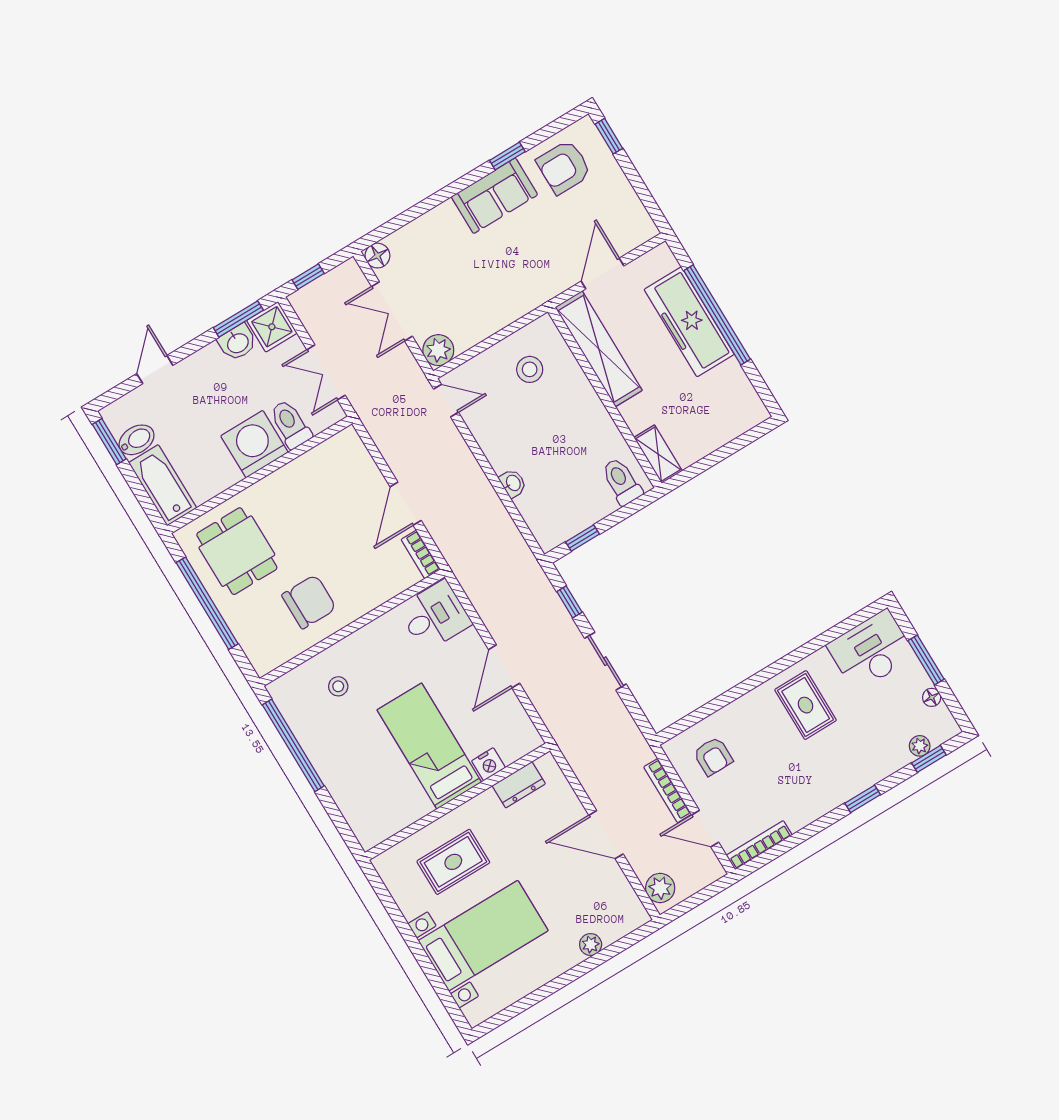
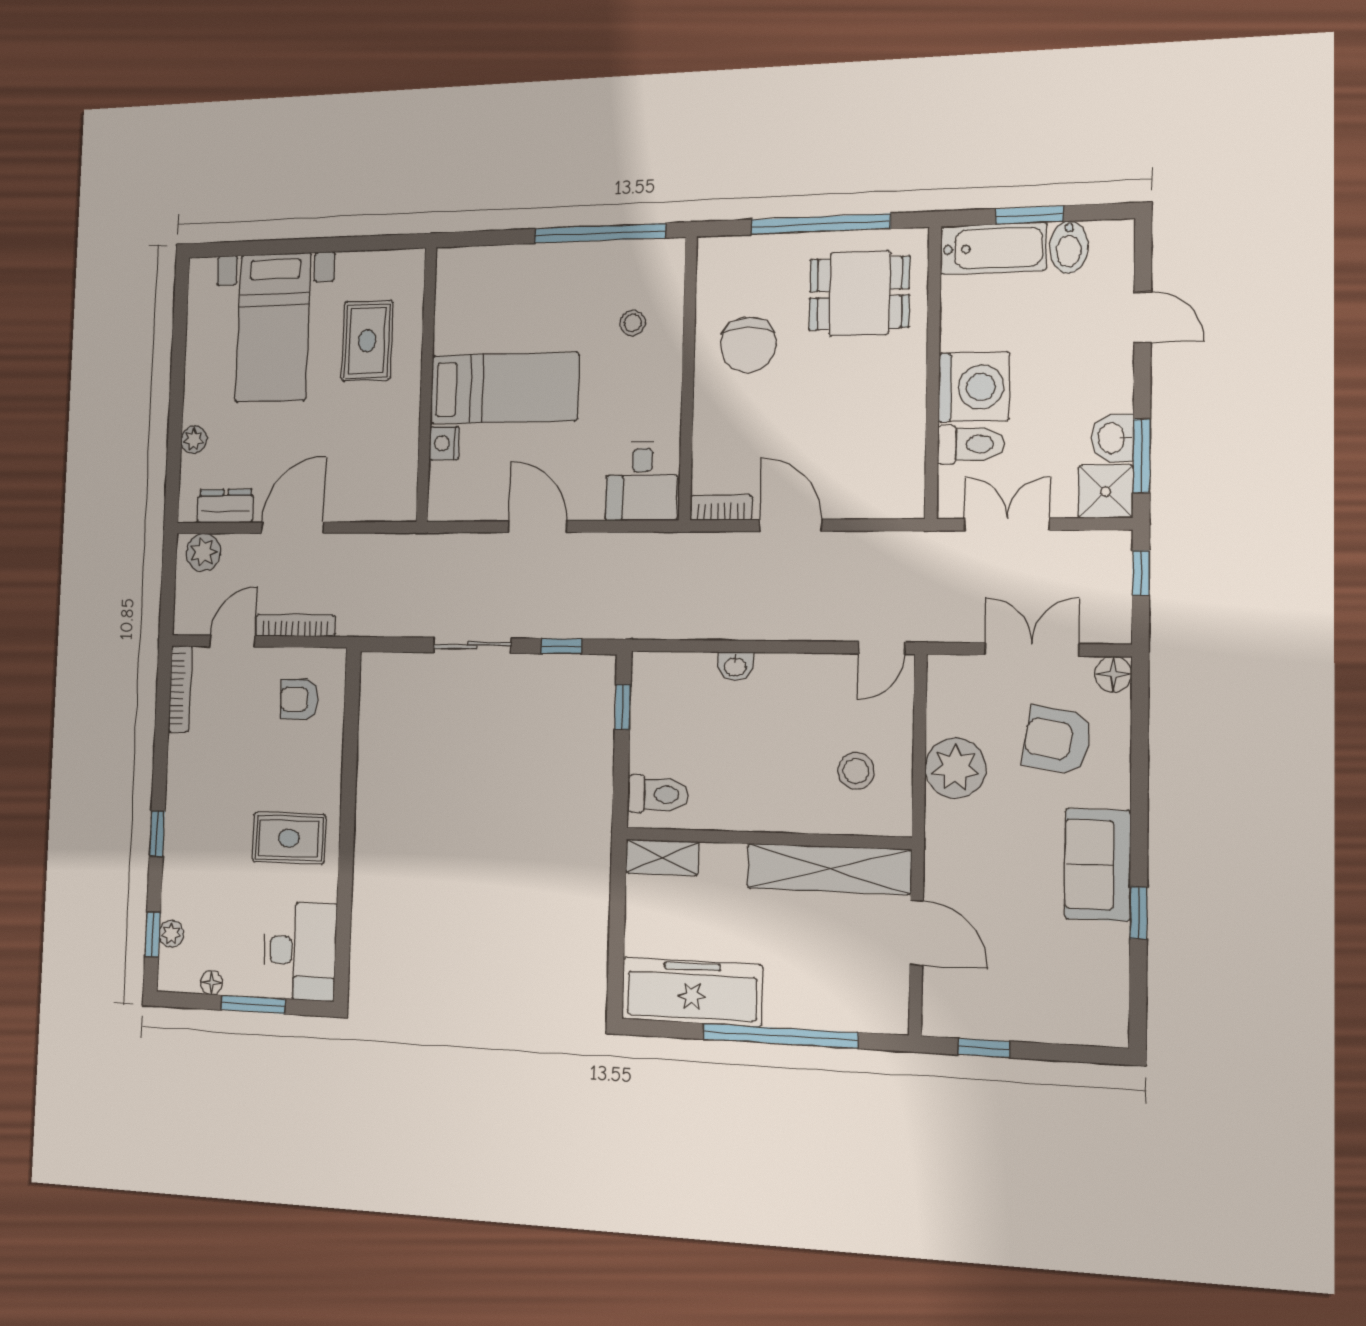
window: (609, 136) -> (984, 1048), moved
armchair: (564, 167) -> (1057, 740), moved, turned -81
freezer: (689, 322) -> (692, 992), moved
plant: (438, 350) -> (955, 768), moved, width x1.36, depth x1.36
window: (109, 442) -> (1029, 215), moved
dresser: (519, 785) -> (225, 506), moved, turned 90

